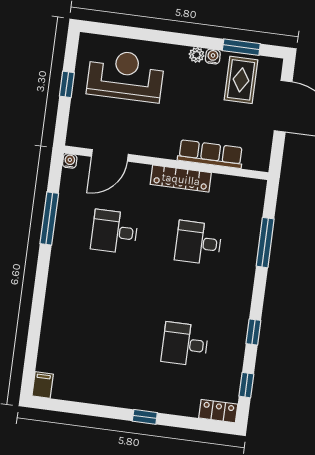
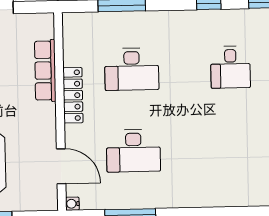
desk: (114, 232) -> (133, 151), width x1.37
desk: (198, 243) -> (132, 69), width x1.37

